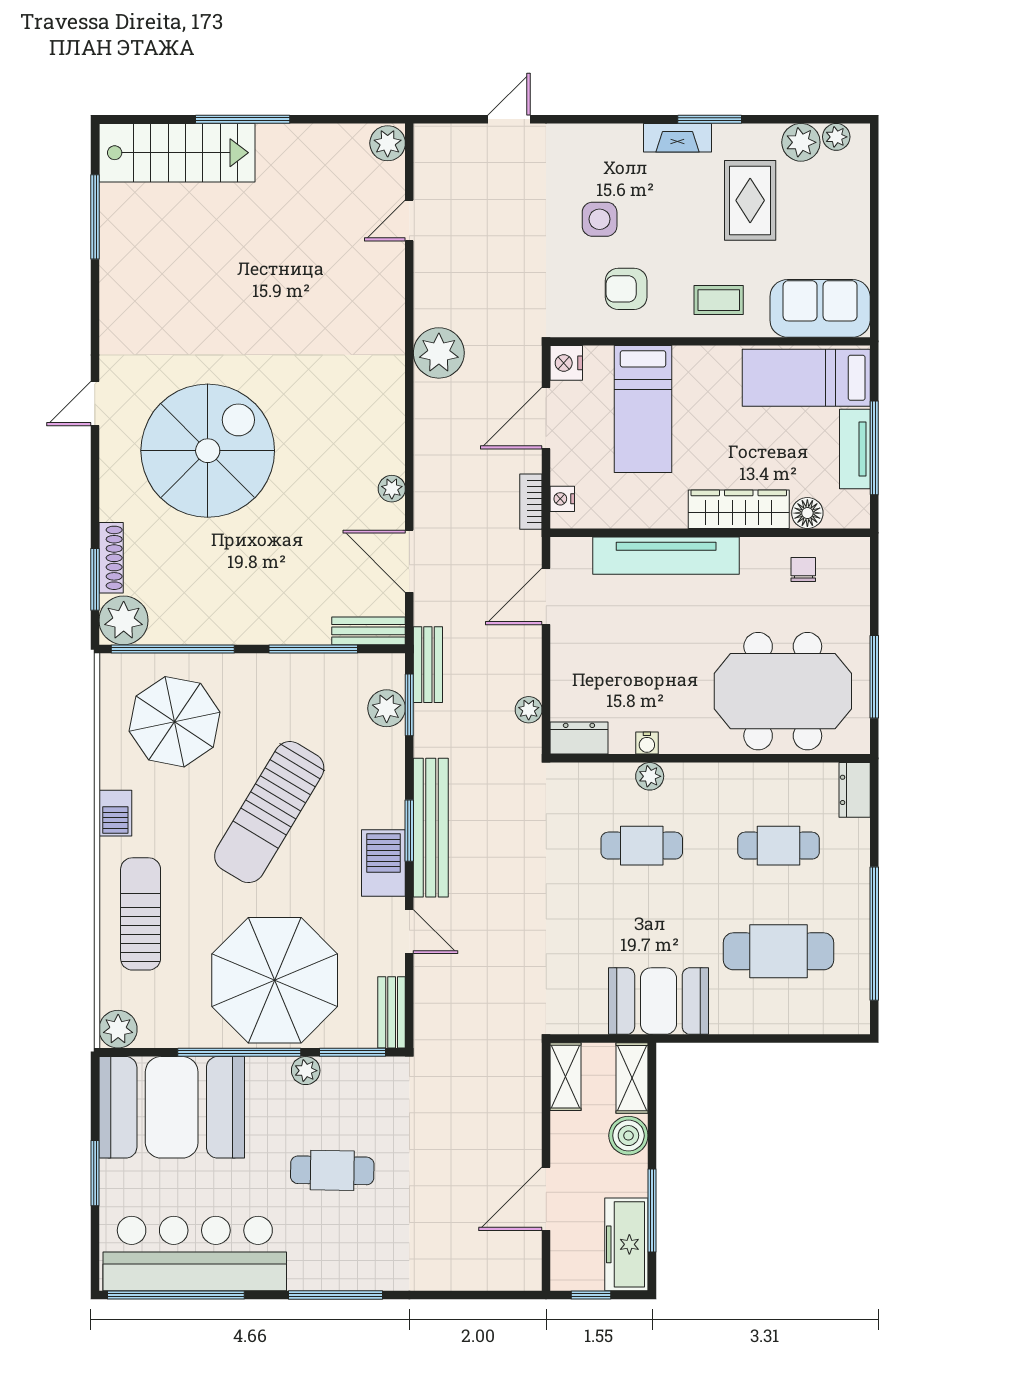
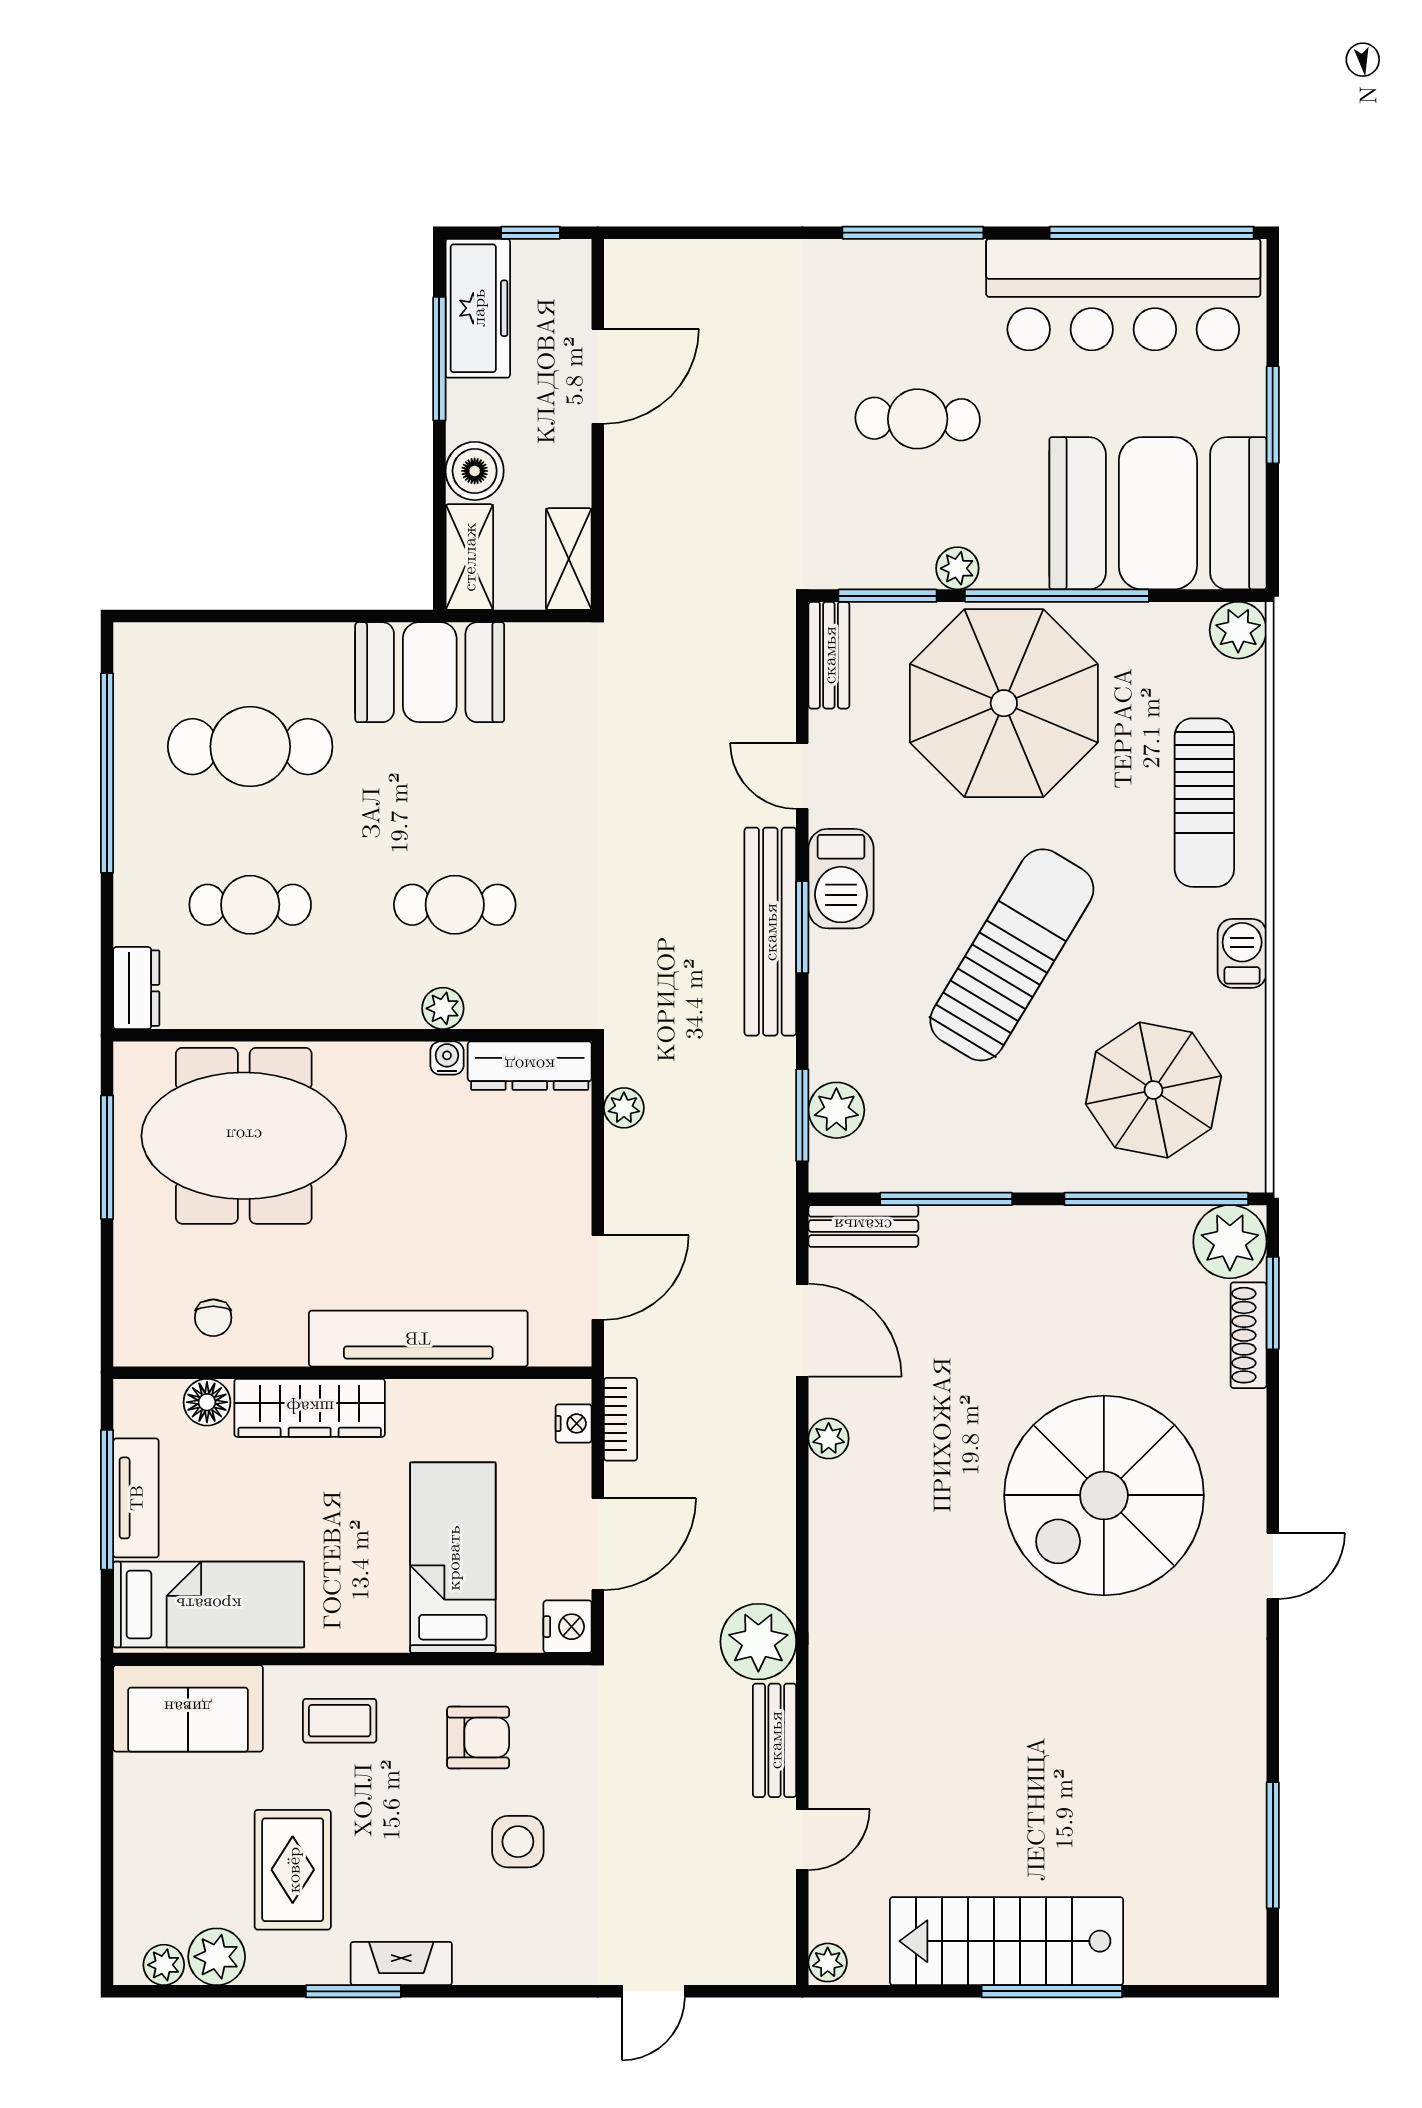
plant: (388, 143) -> (828, 1963), width x0.73, depth x0.73
stairs: (177, 153) -> (1007, 1941), moved
bench: (428, 665) -> (775, 1740), moved
dresser: (579, 738) -> (530, 1066), width x1.44

